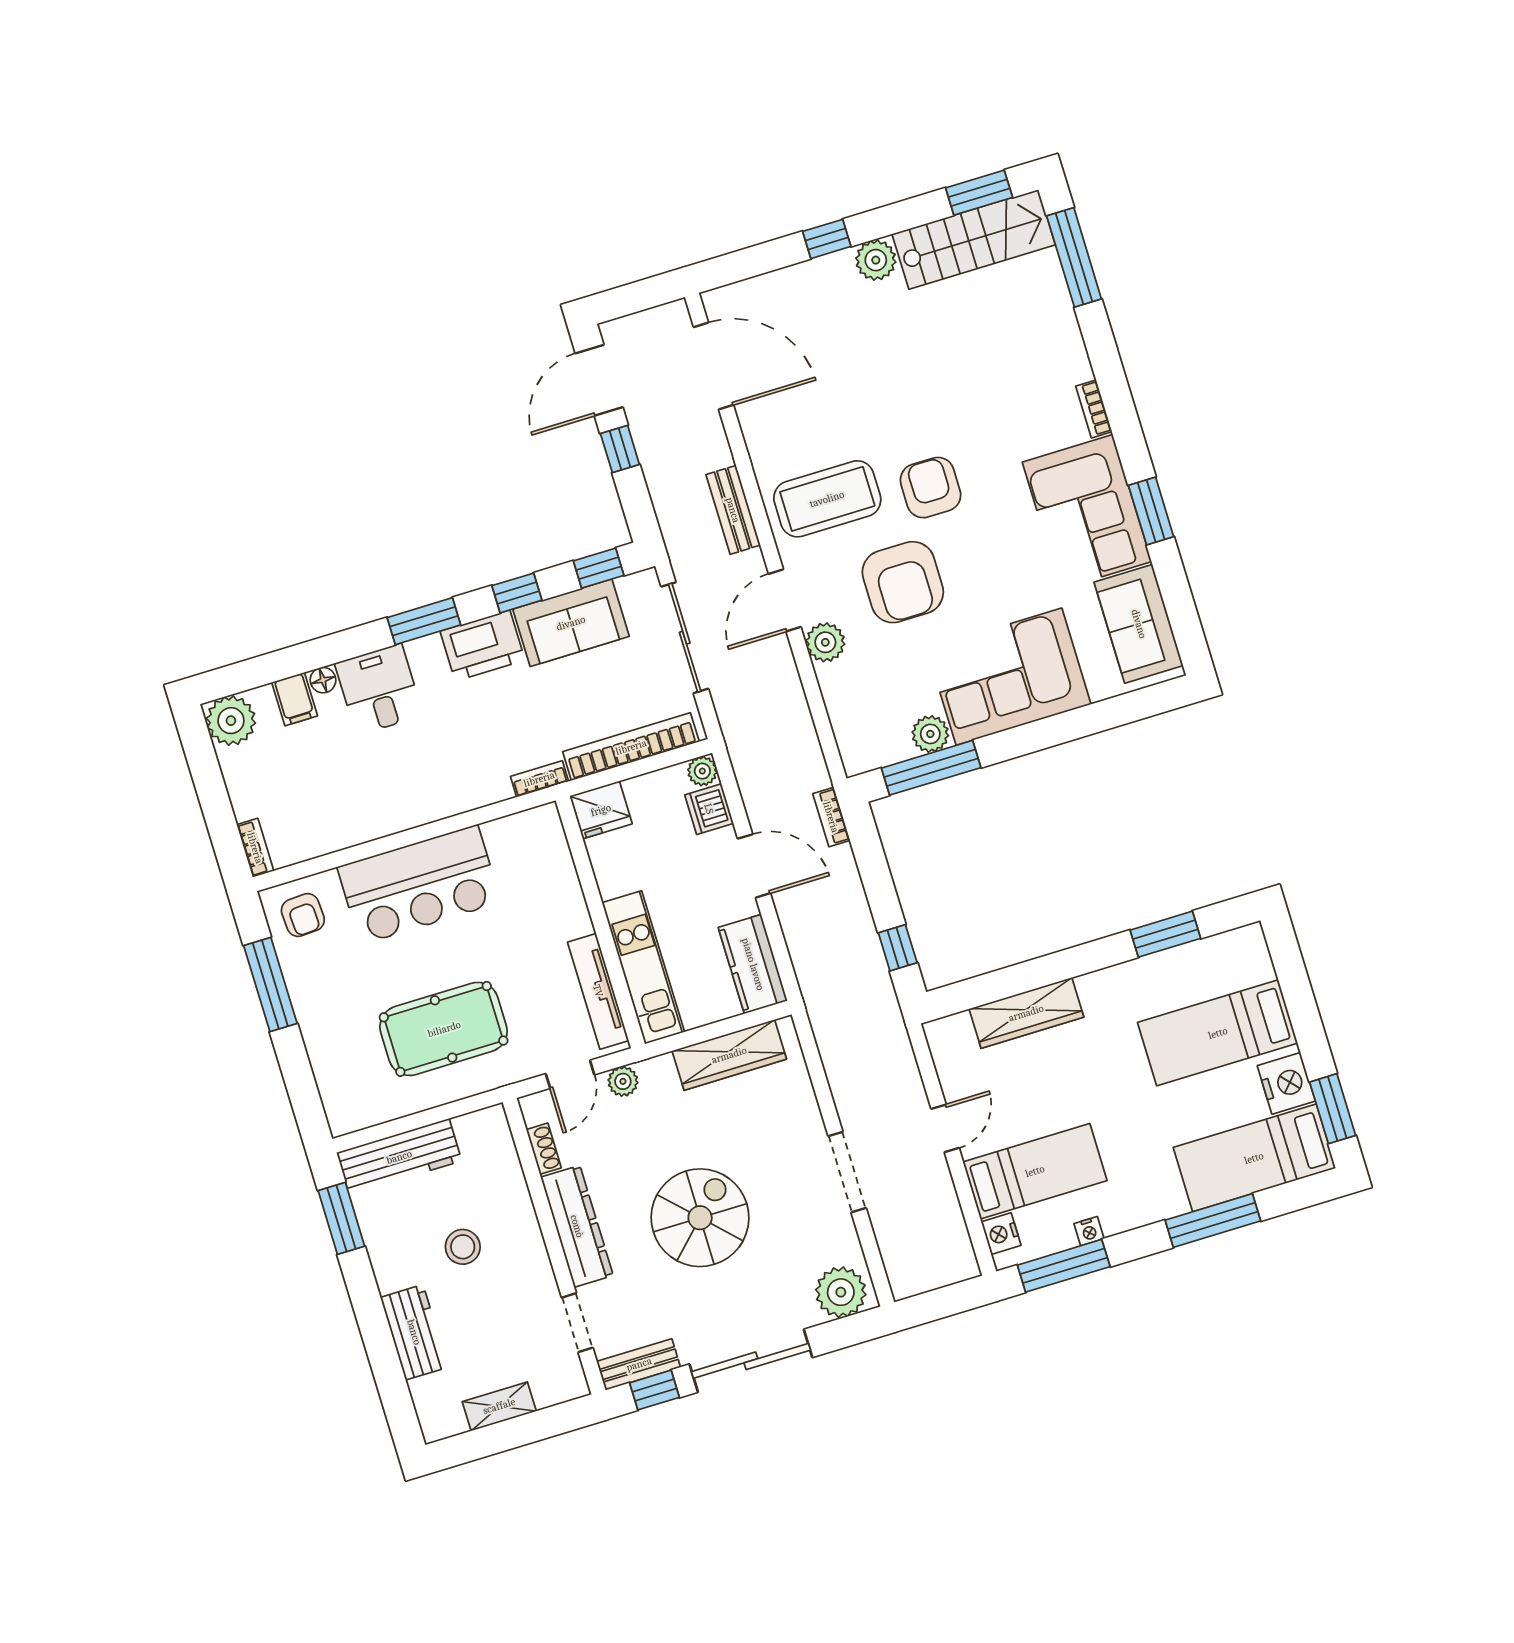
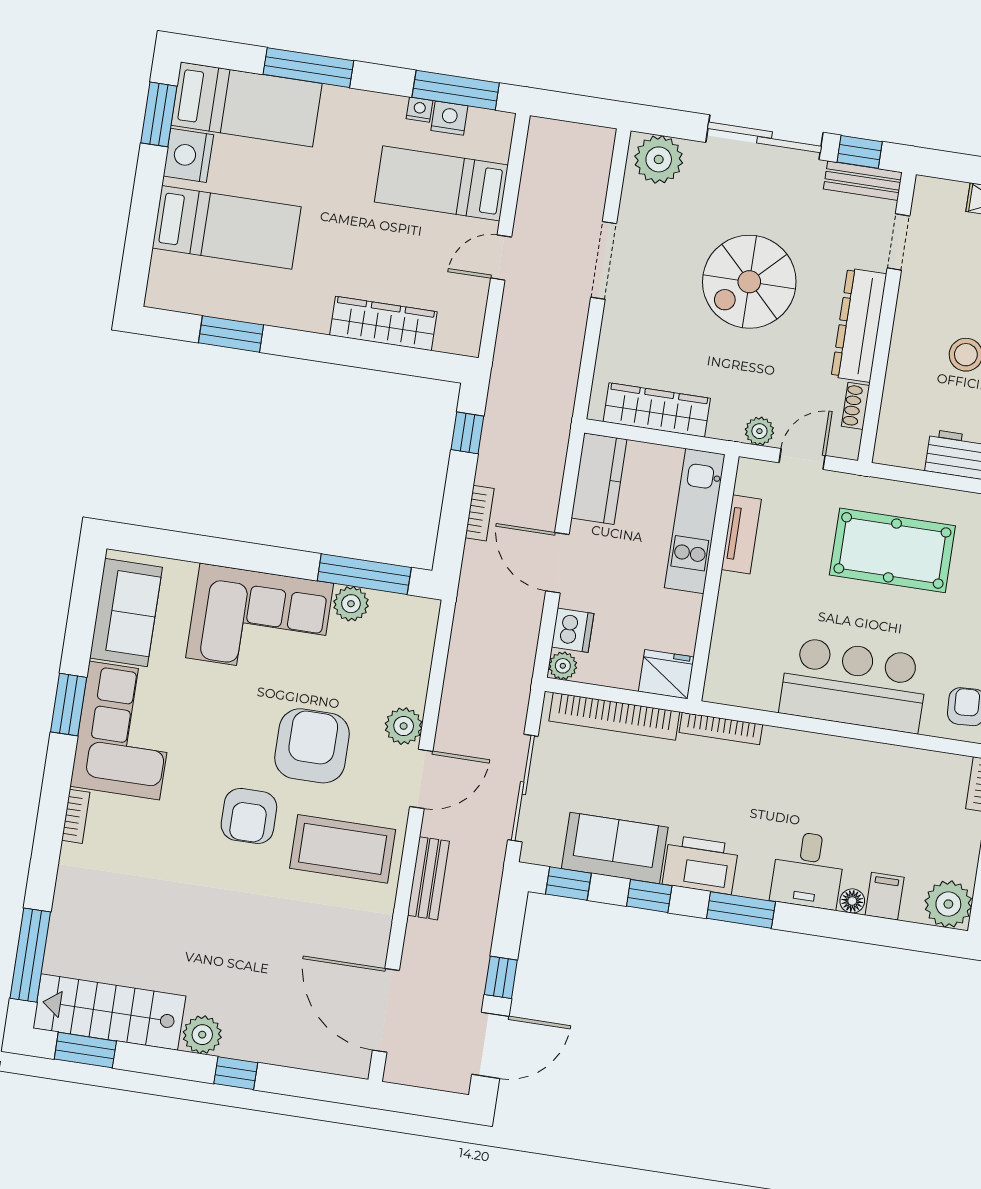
bookcase: (539, 779) -> (721, 729), width x1.56
bookcase: (831, 817) -> (480, 513), moved
tv unit: (598, 991) -> (741, 534), width x0.71
nightstand: (1001, 1234) -> (449, 118), moved, turned -90

